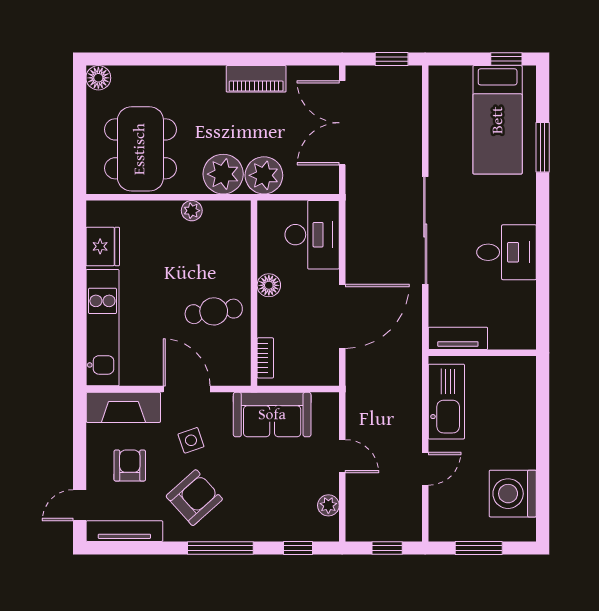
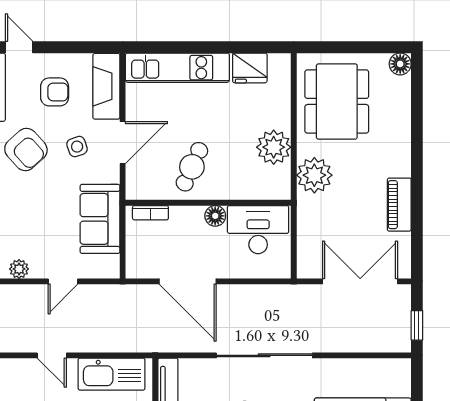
dining table: (140, 149) -> (337, 101), turned 90
plant: (264, 175) -> (313, 212), removed
plant: (192, 211) -> (274, 147), width x1.87, depth x1.87
desk: (312, 235) -> (258, 230), moved, turned 180
cafe table: (214, 311) -> (192, 167), turned 32

